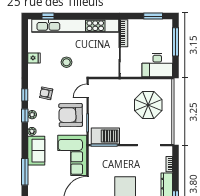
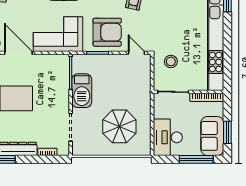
sofa: (156, 29) -> (212, 136), added
stool: (66, 62) -> (171, 61), moved
armchair: (71, 115) -> (107, 32), turned 91
barbecue: (105, 136) -> (82, 91), moved

